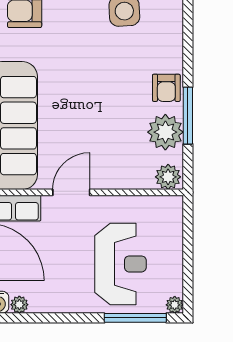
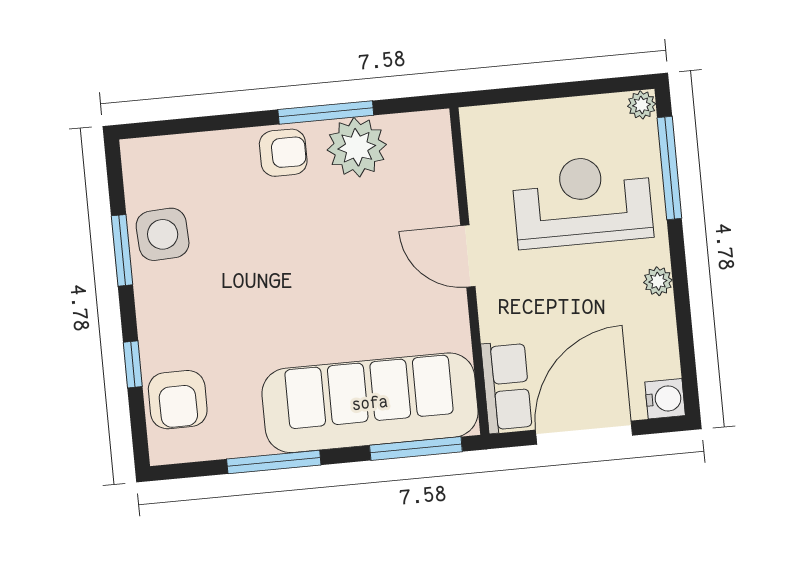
plant: (168, 177) -> (431, 136), removed
door: (71, 192) -> (468, 256), moved
plant: (19, 305) -> (658, 281), moved

